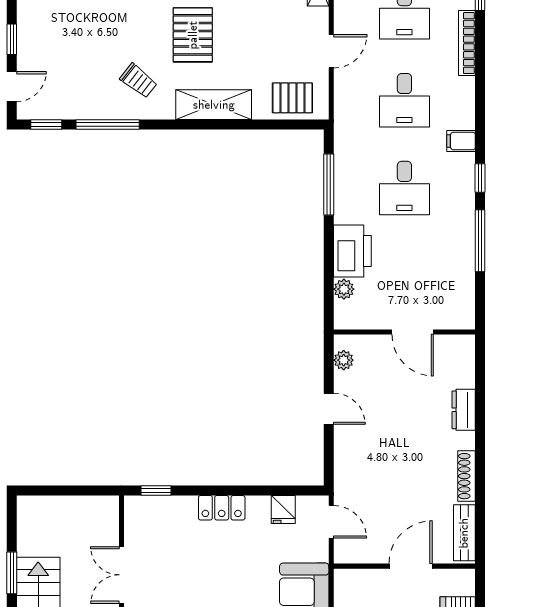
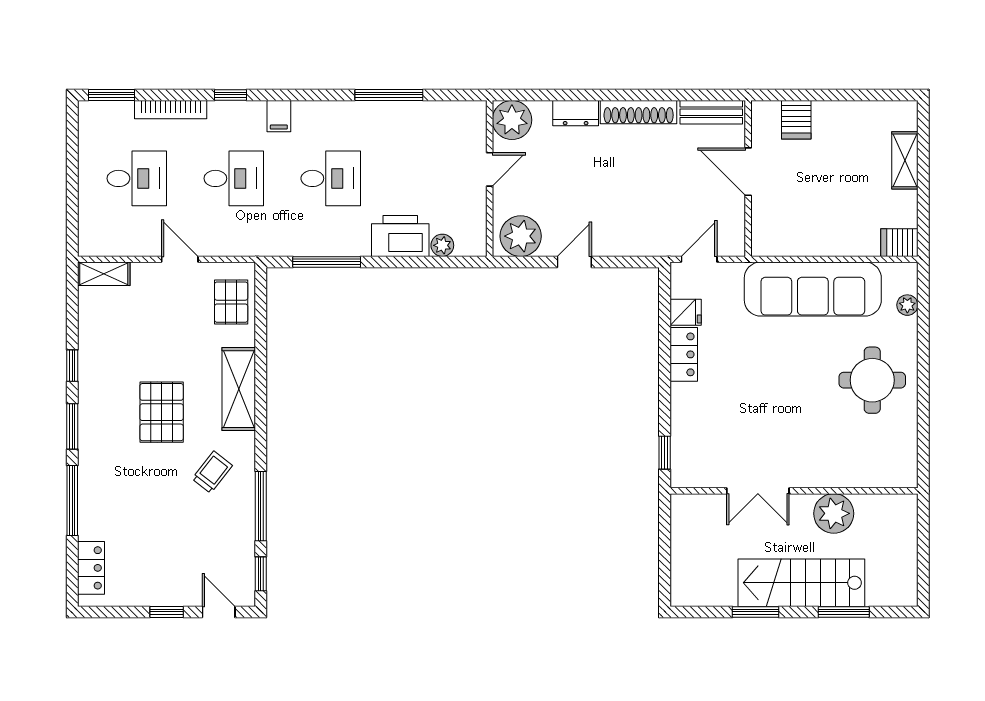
pallet: (193, 35) -> (162, 412), turned 90
window: (480, 178) -> (230, 95), moved
door: (413, 332) -> (490, 169), width x0.73
plant: (457, 352) -> (512, 120), added
plant: (344, 360) -> (521, 236), width x1.87, depth x1.87
shoe rack: (467, 476) -> (639, 112), width x1.36, depth x1.24
locker: (222, 508) -> (684, 354), moved

